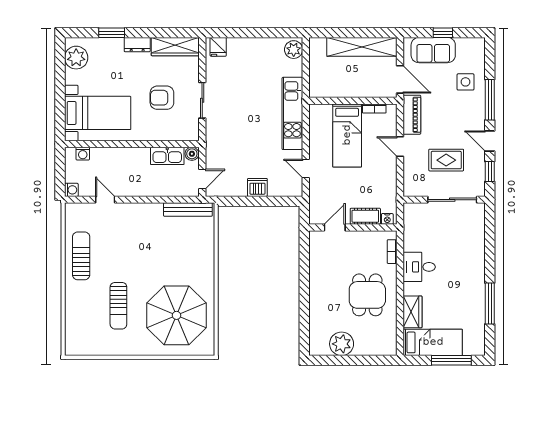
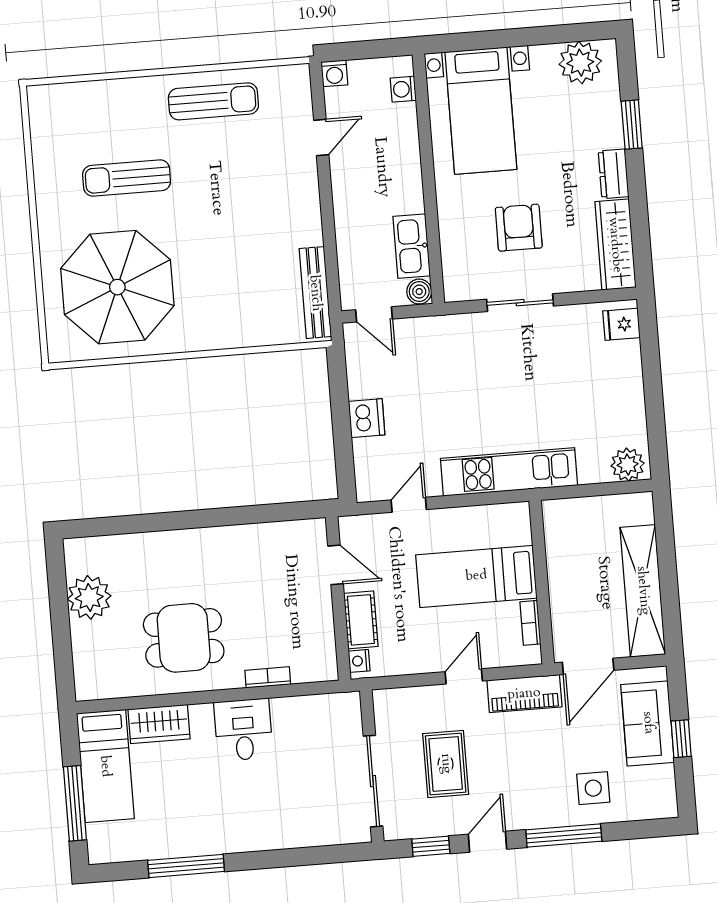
cot: (365, 216) -> (361, 620), moved
nightstand: (387, 219) -> (359, 661), moved
door: (335, 227) -> (335, 565), moved
wall: (353, 227) -> (338, 598), moved

